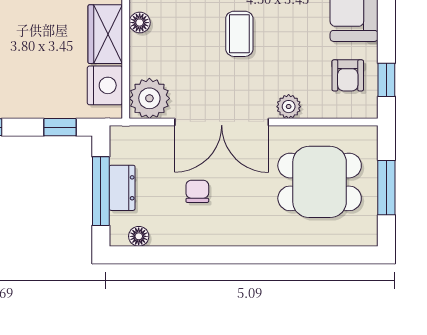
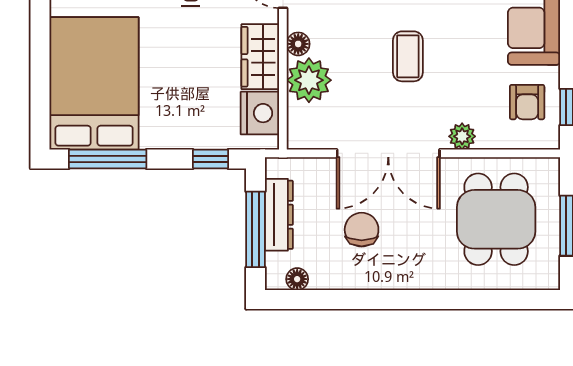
plant: (149, 98) -> (309, 80), moved
dining table: (320, 182) -> (496, 219), turned 90
dresser: (122, 188) -> (279, 215), width x1.44
chair: (197, 191) -> (362, 230), width x1.37, depth x1.37

